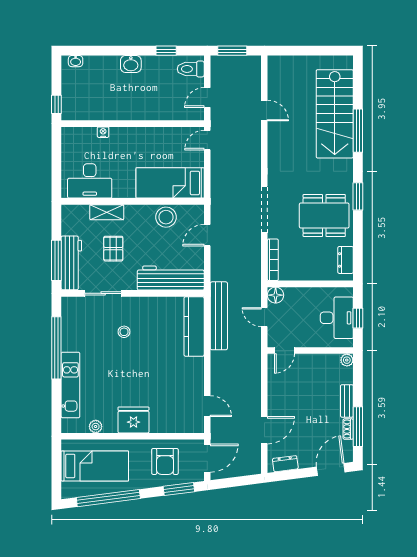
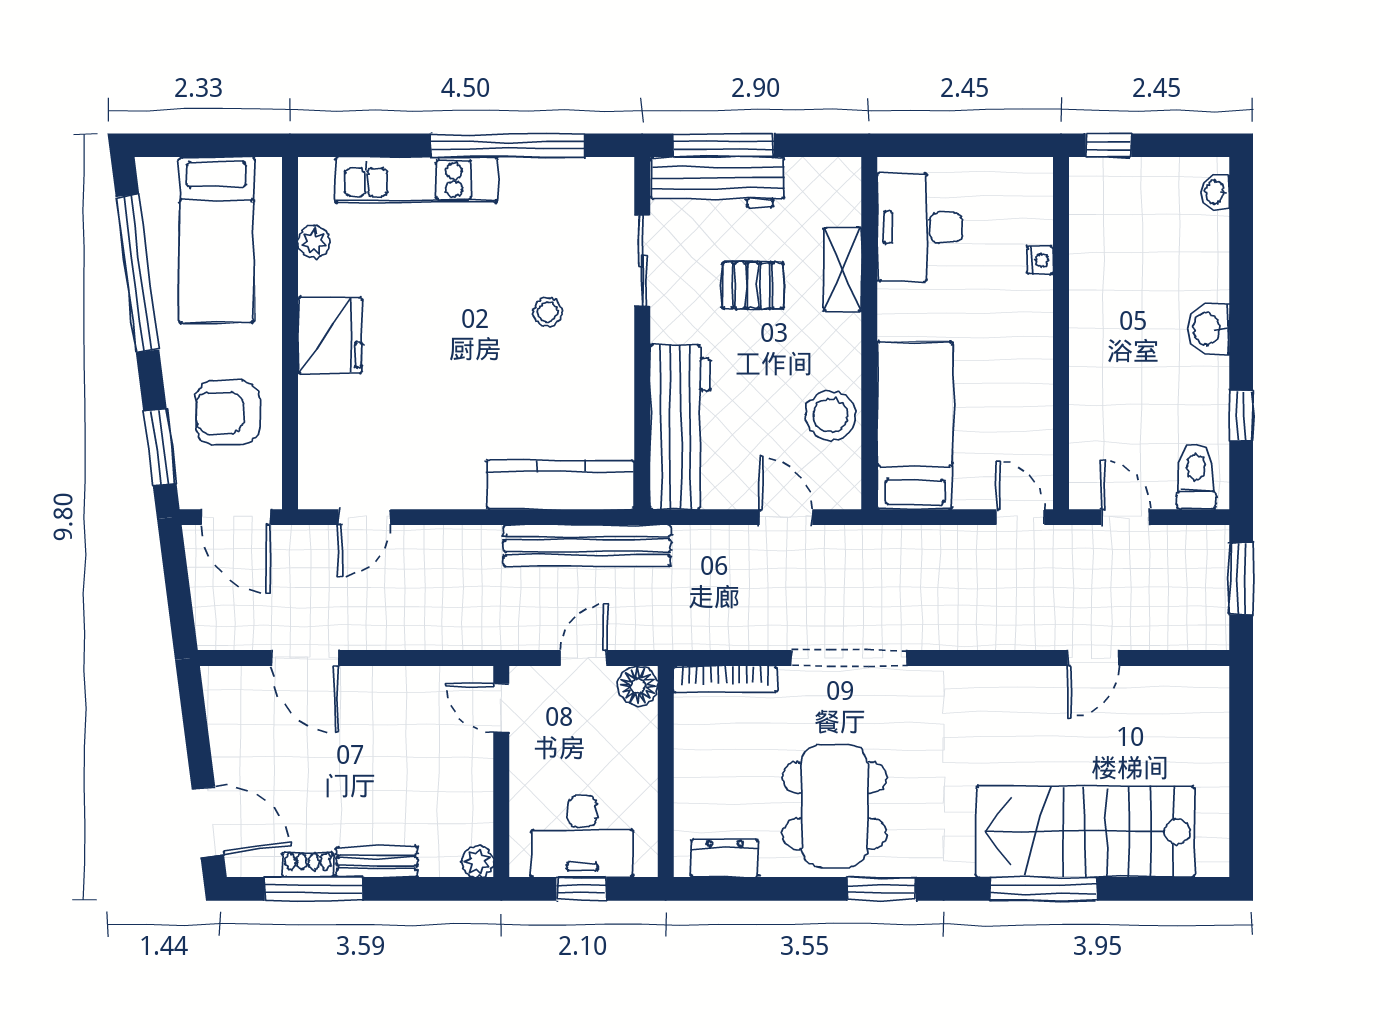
dresser: (285, 464) -> (222, 710), removed

